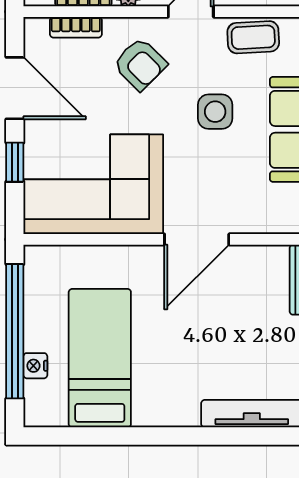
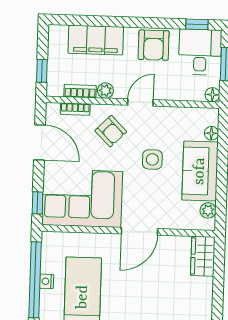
coffee table: (253, 37) -> (175, 118), removed
window: (15, 162) -> (38, 203), moved
nightstand: (35, 366) -> (47, 281), moved

